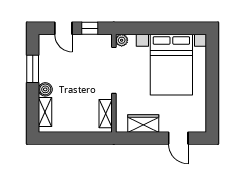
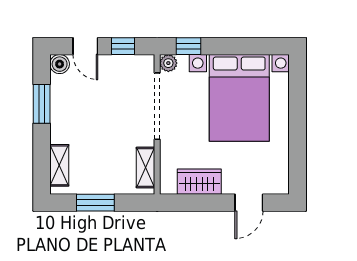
window: (136, 28) -> (189, 46), added
boiler: (45, 89) -> (60, 64), moved
window: (70, 138) -> (95, 203), added
door: (178, 138) -> (249, 203), hinge flipped

